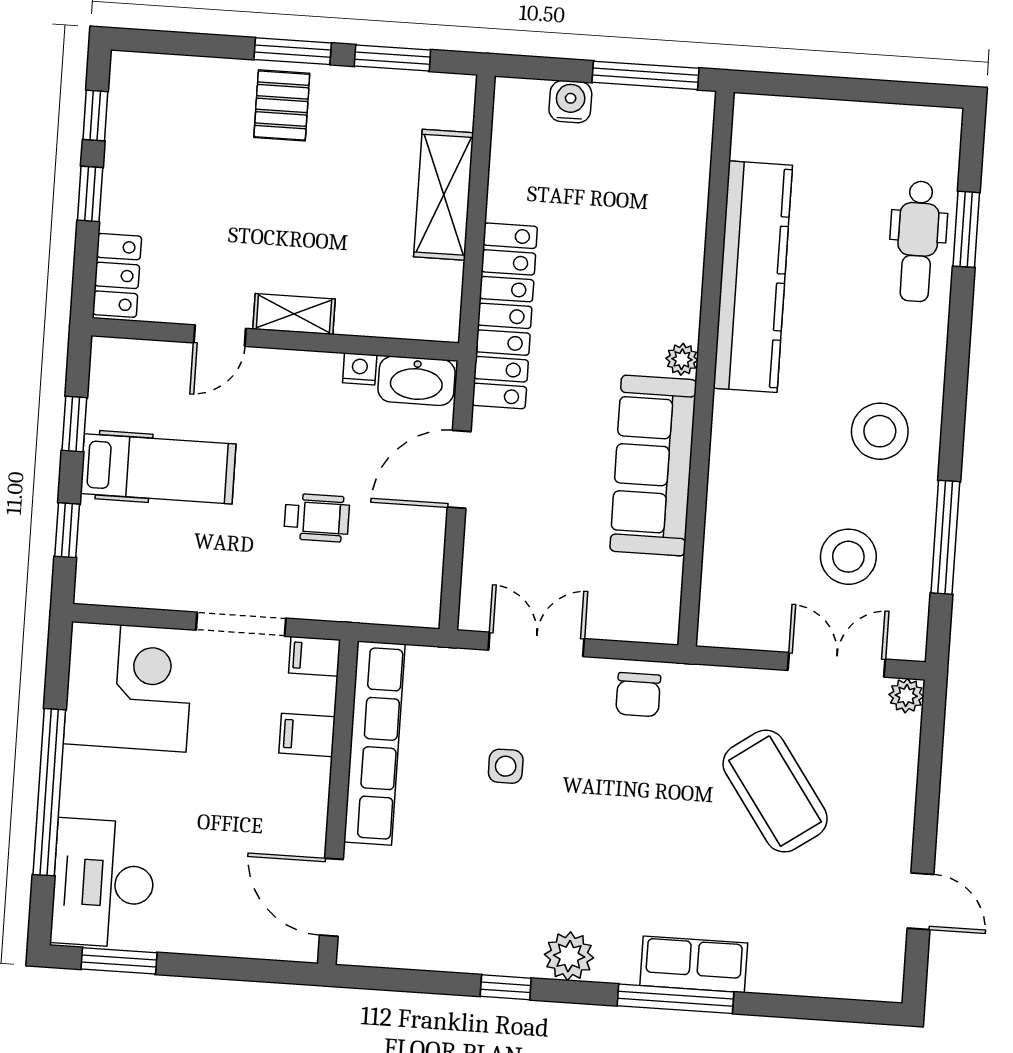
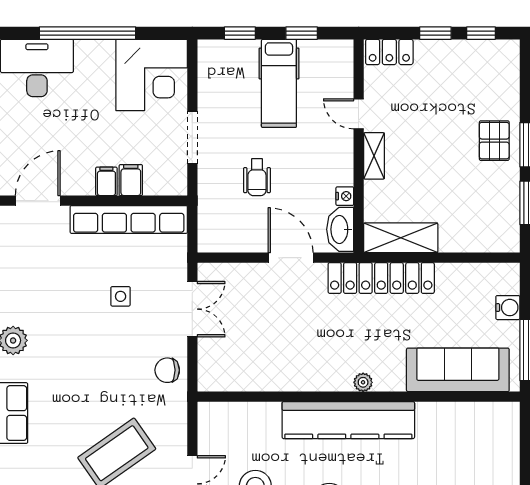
pallet: (282, 105) -> (494, 141), turned 90
shelving: (444, 195) -> (401, 238), moved
kitchen counter: (753, 277) -> (348, 420), moved
sofa: (653, 465) -> (458, 370), moved
filing cabinet: (315, 656) -> (106, 181), moved

